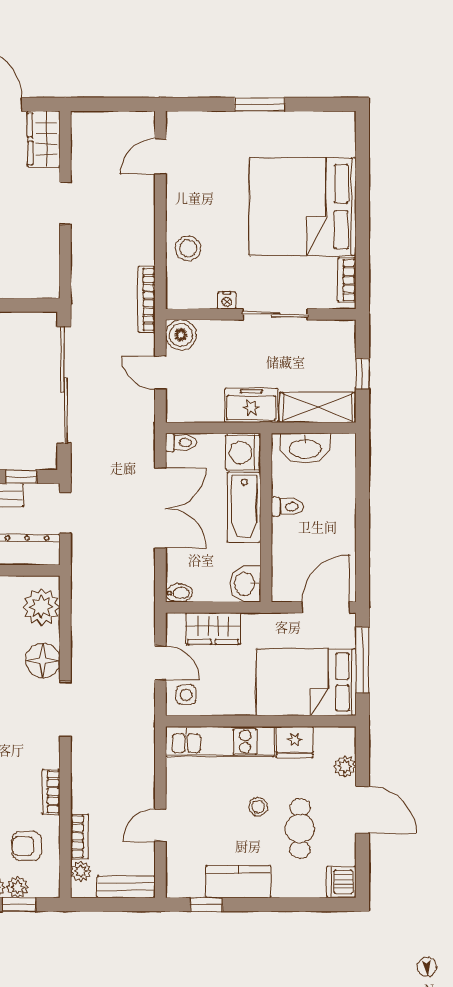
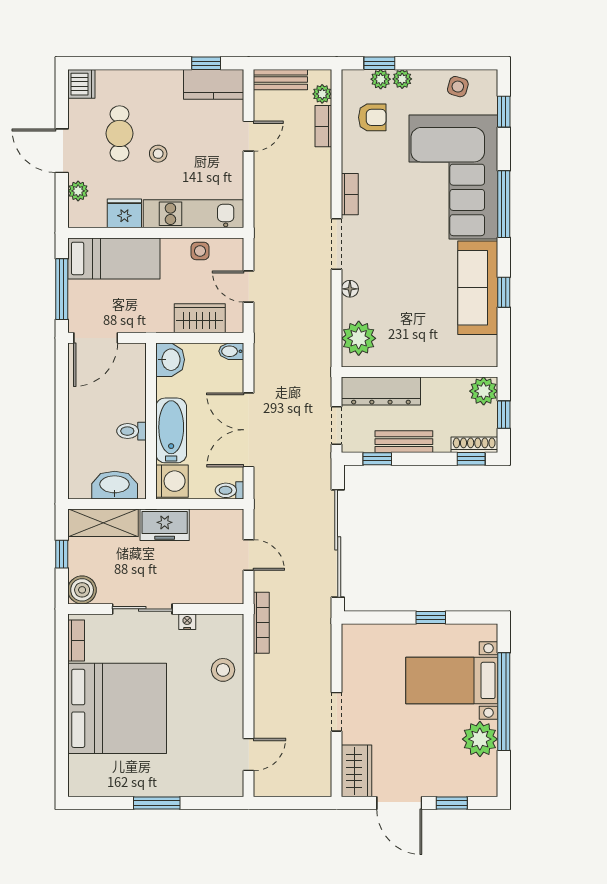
boiler: (181, 335) -> (82, 590), moved
floor lamp: (43, 661) -> (350, 289), width x0.53, depth x0.53
bed: (306, 682) -> (114, 258), width x0.67
side table: (186, 695) -> (200, 251), moved
bookcase: (51, 792) -> (350, 194), moved
kitchen counter: (238, 882) -> (214, 84), moved

